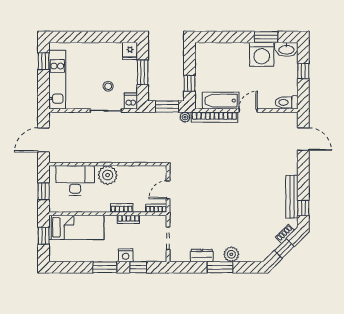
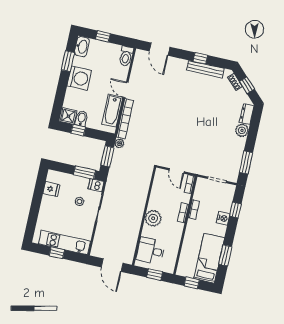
fridge: (130, 51) -> (51, 189), moved
shower: (203, 52) -> (68, 116), added
washing machine: (262, 54) -> (79, 78), moved
window: (44, 61) -> (57, 253), moved
bidet: (204, 67) -> (81, 119), added
window: (143, 72) -> (85, 172), moved
window: (189, 83) -> (78, 130), moved
door: (303, 139) -> (160, 49), swing flipped
desk: (75, 181) -> (151, 251), width x0.73
window: (303, 208) -> (200, 58), moved
bed: (76, 227) -> (209, 258), moved
dresser: (202, 256) -> (247, 114), moved
window: (105, 267) -> (225, 255), moved
window: (220, 267) -> (246, 162), moved

